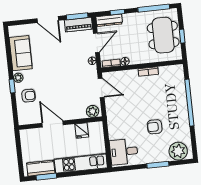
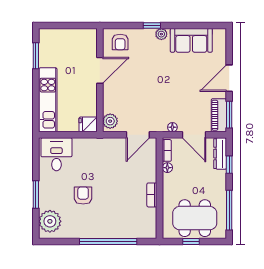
armchair: (28, 96) -> (120, 42), moved
fridge: (82, 130) -> (88, 124), moved
kitchen counter: (41, 168) -> (47, 50), removed

